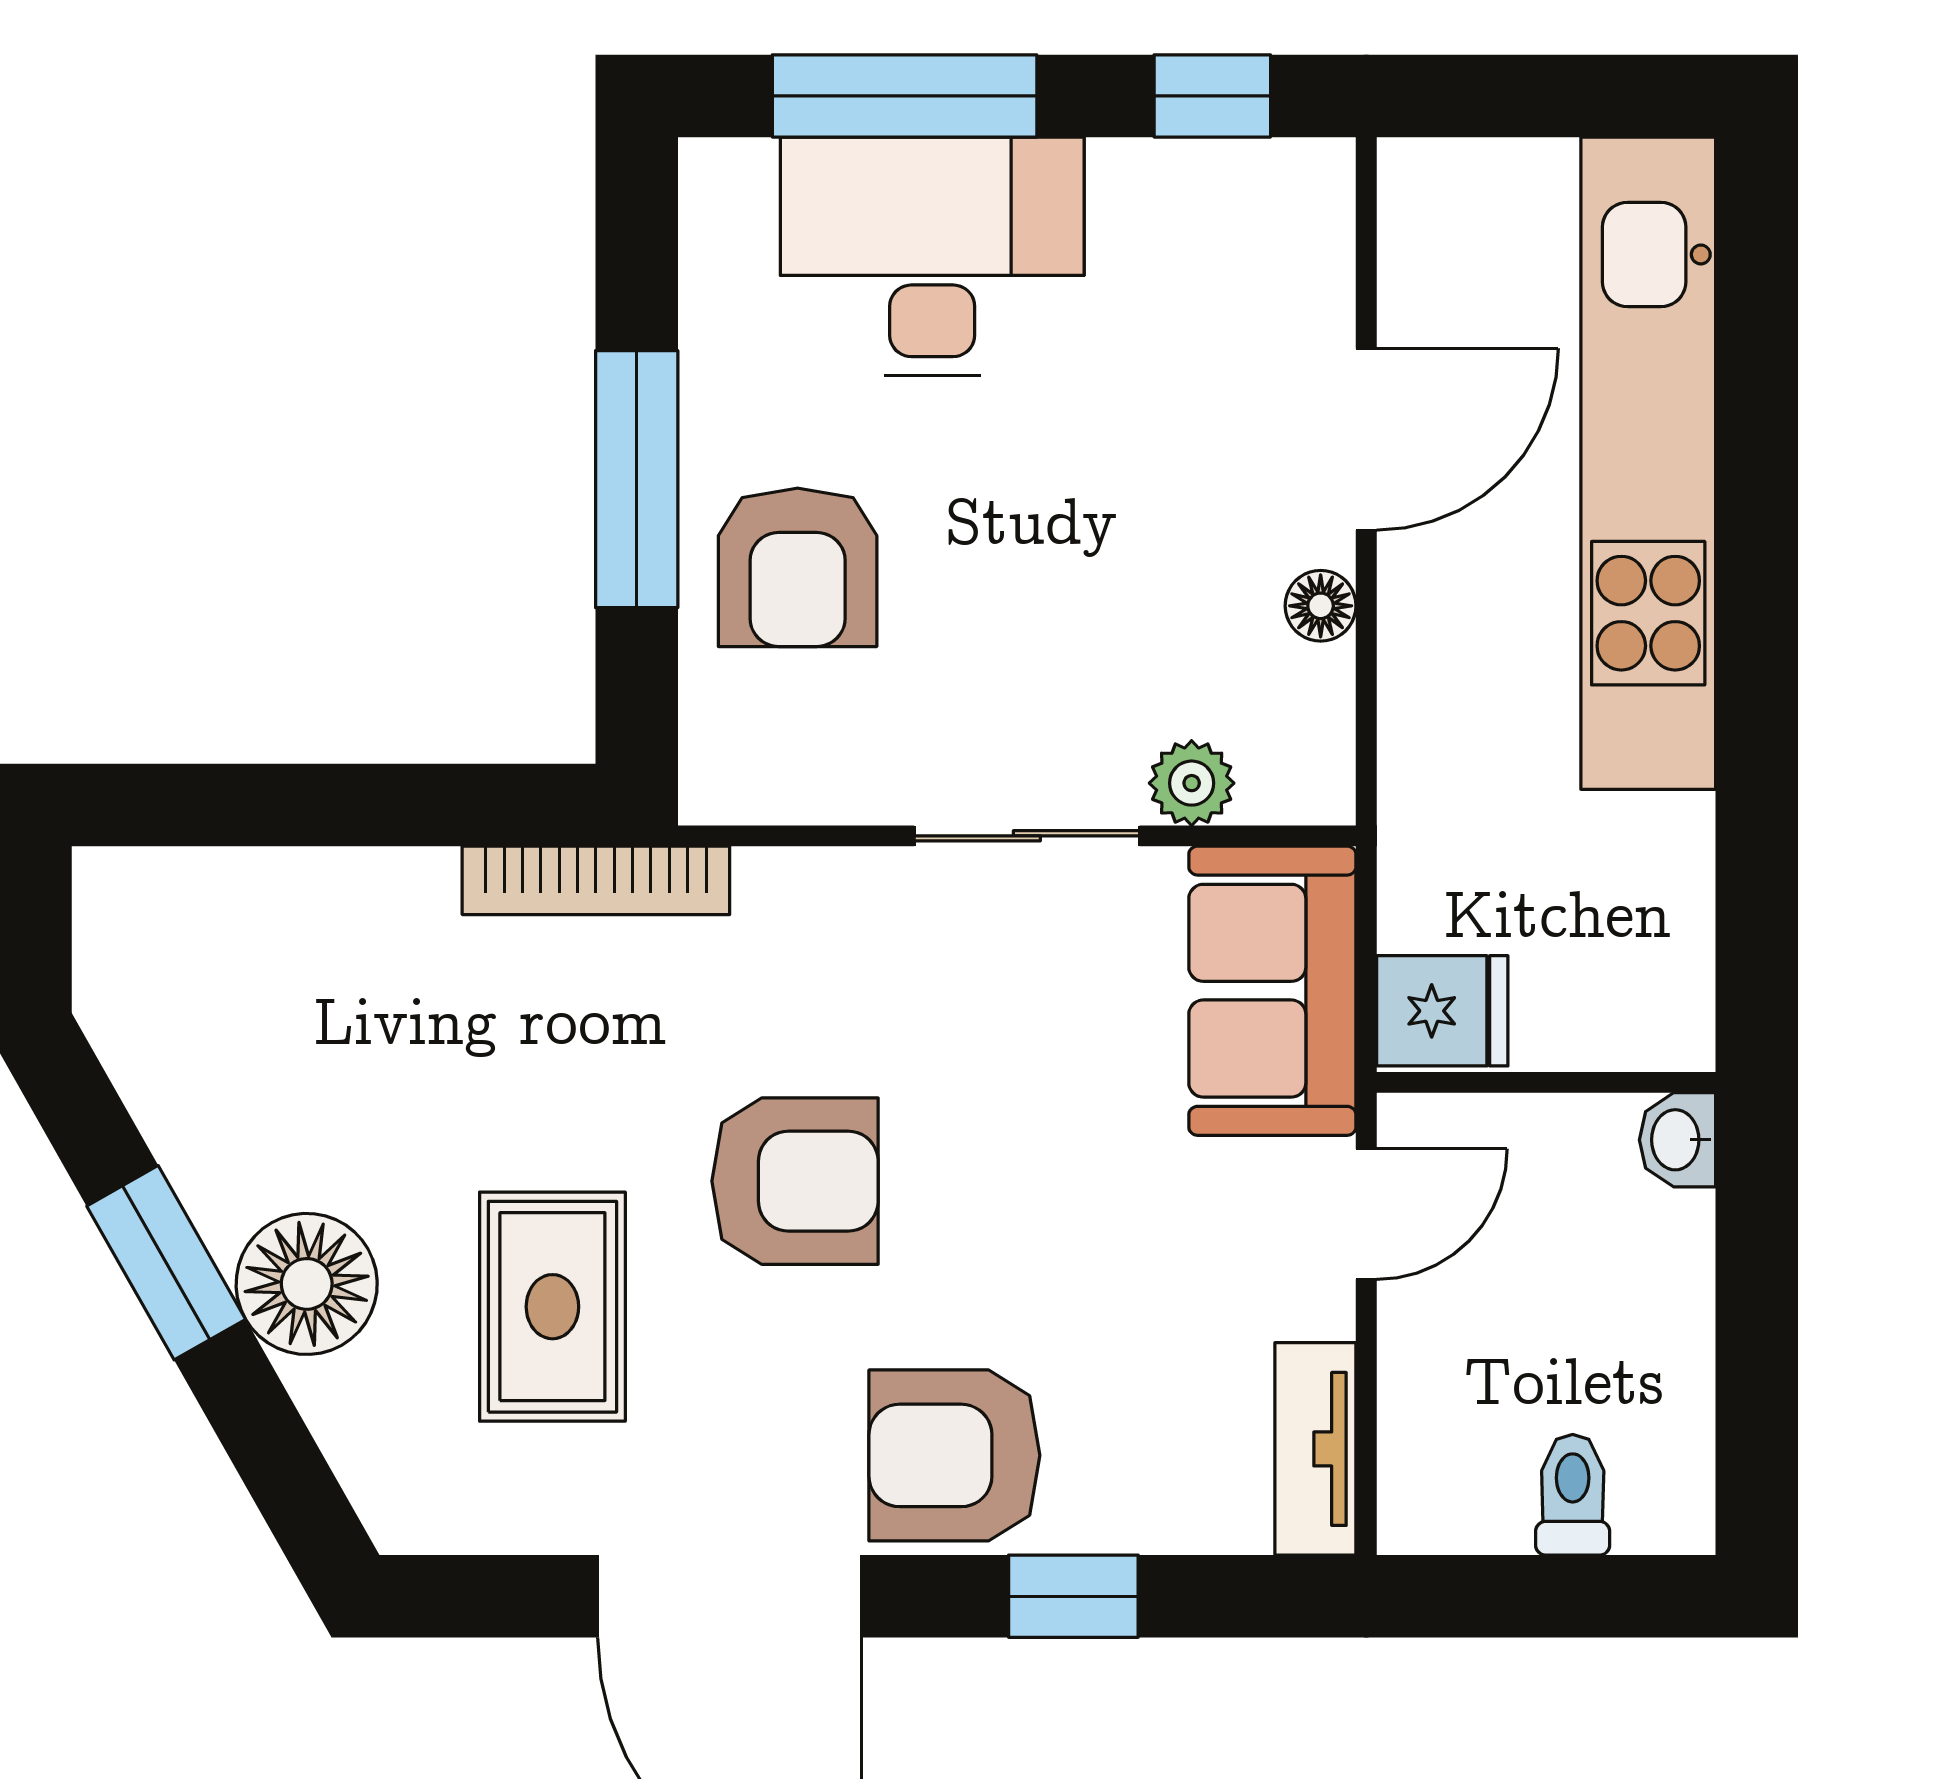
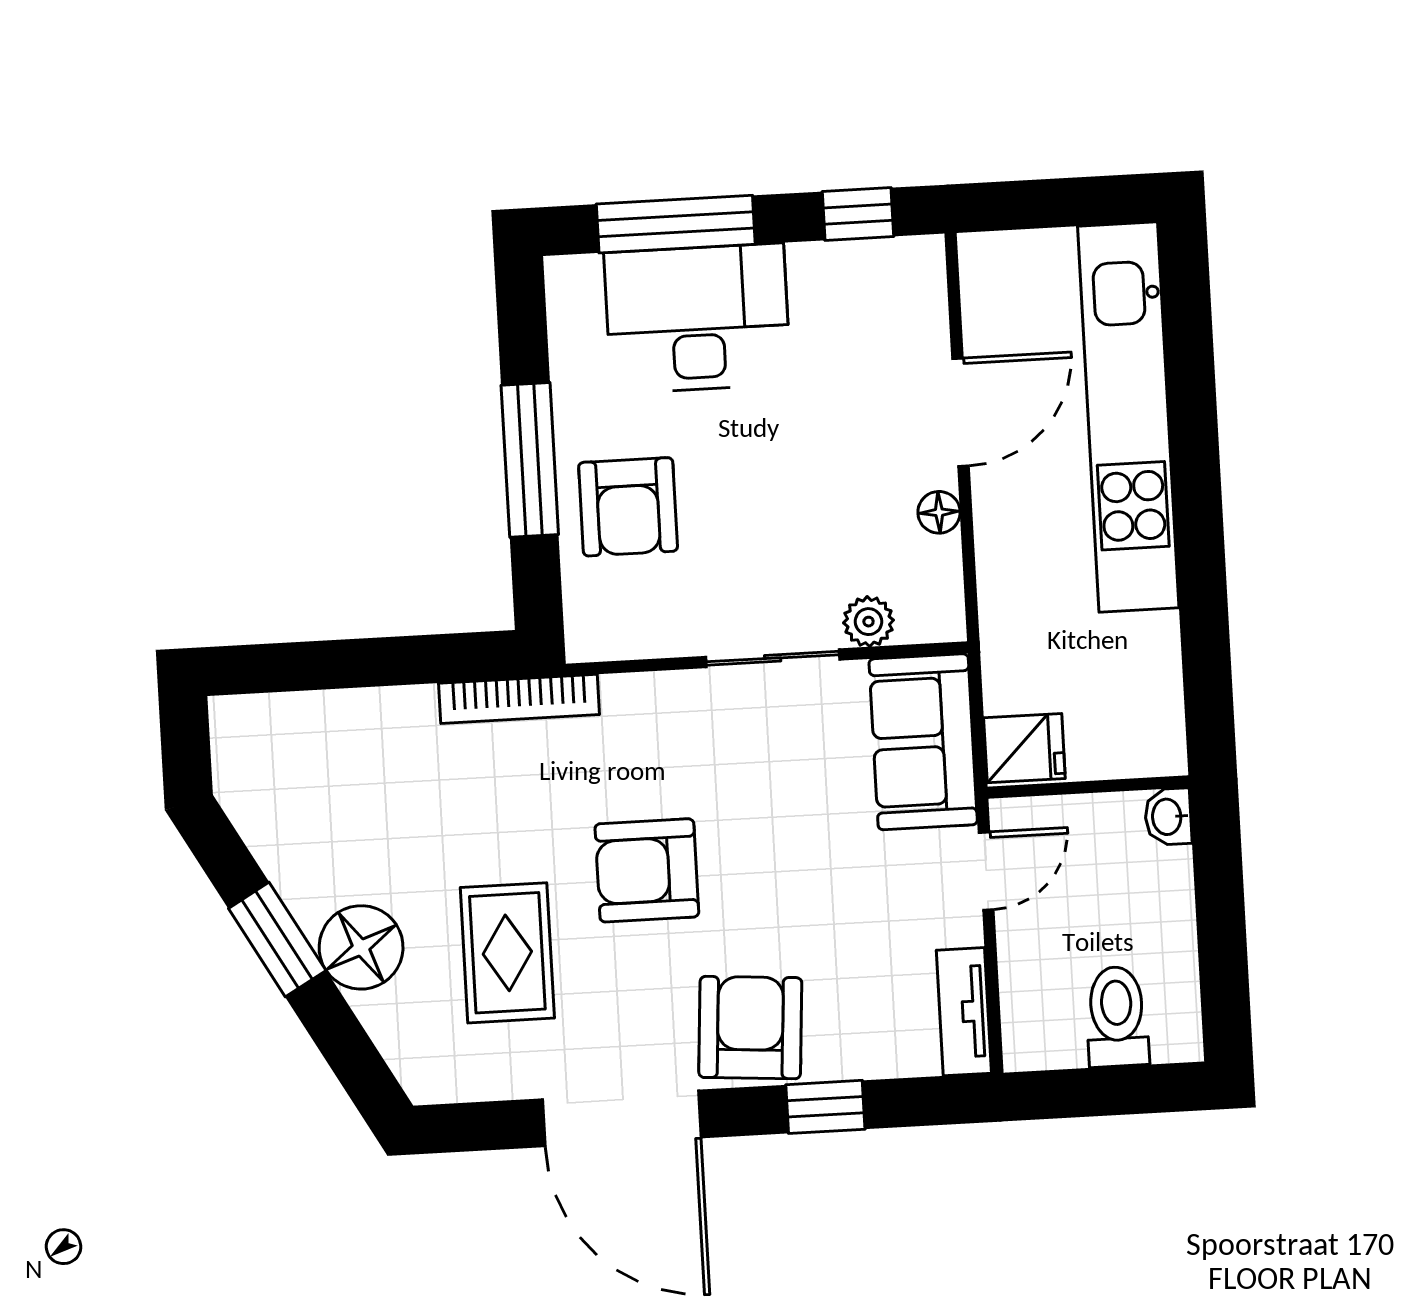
armchair: (795, 1181) -> (647, 870), turned 180
armchair: (954, 1455) -> (750, 1028), turned 94
toilet: (1573, 1495) -> (1117, 1017), width x1.37, depth x1.39

